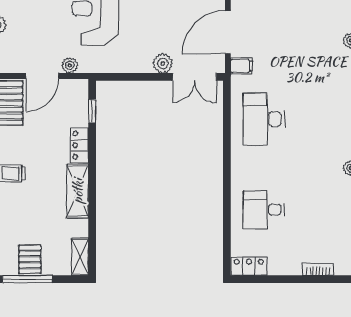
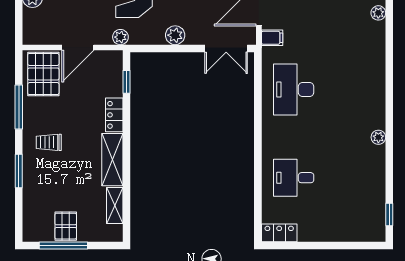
plant: (163, 63) -> (175, 35), moved
plant: (70, 65) -> (120, 37), moved
shelving: (80, 257) -> (115, 206), moved
bookcase: (318, 269) -> (347, 236), removed

